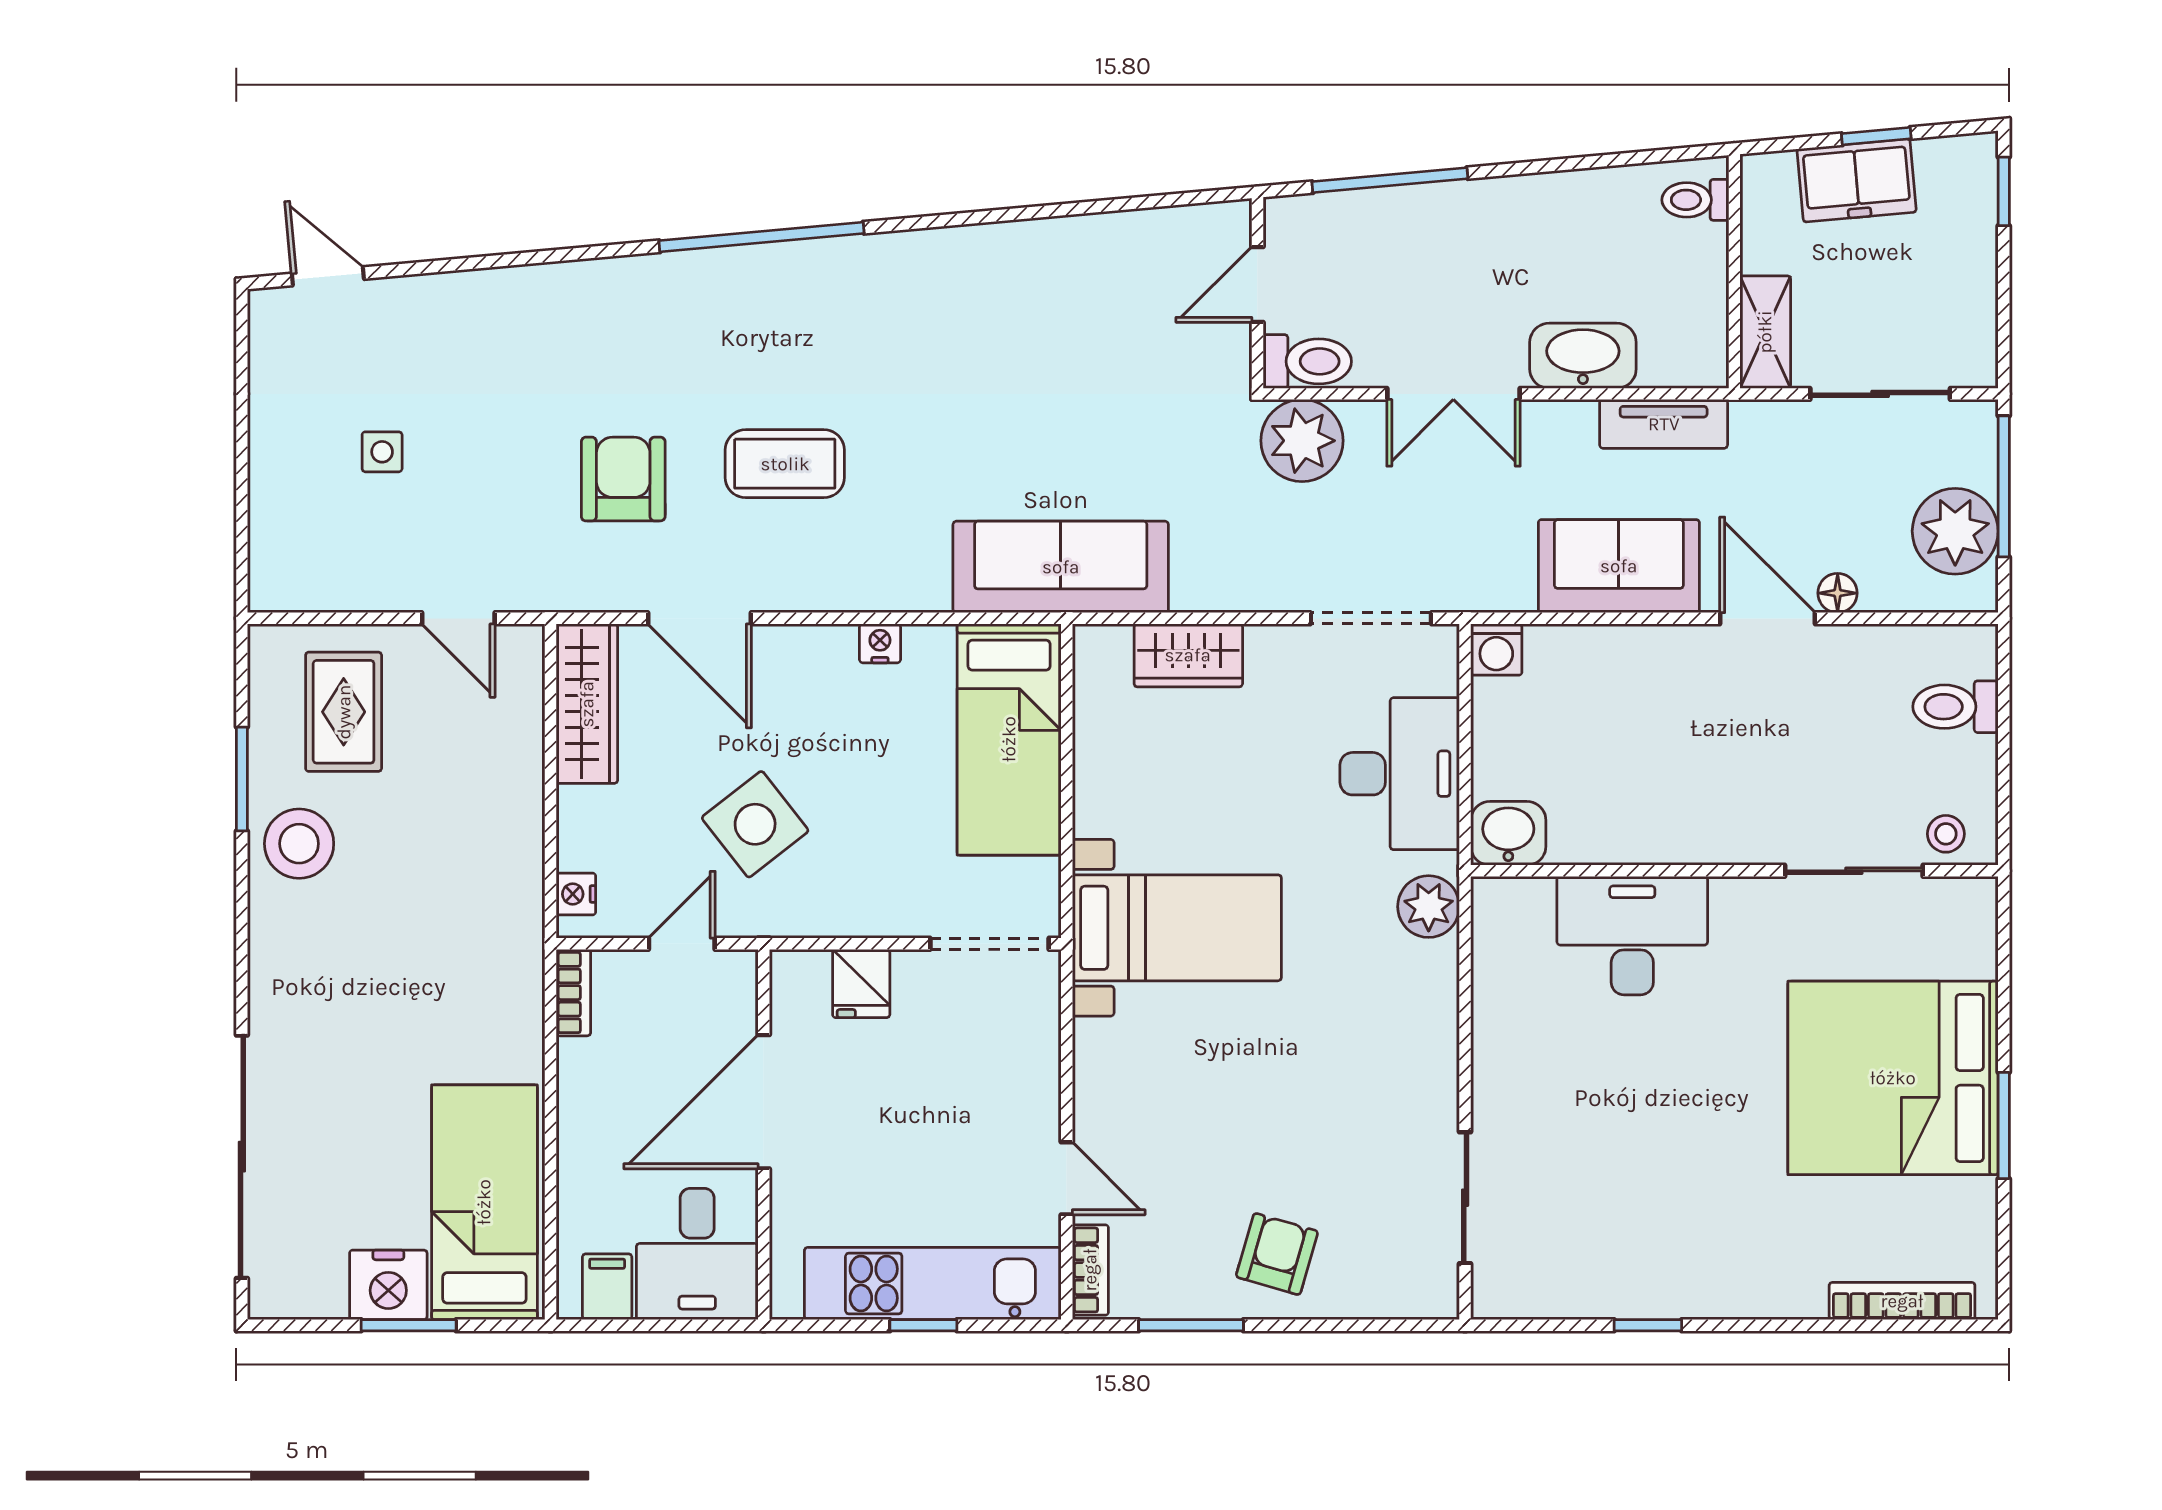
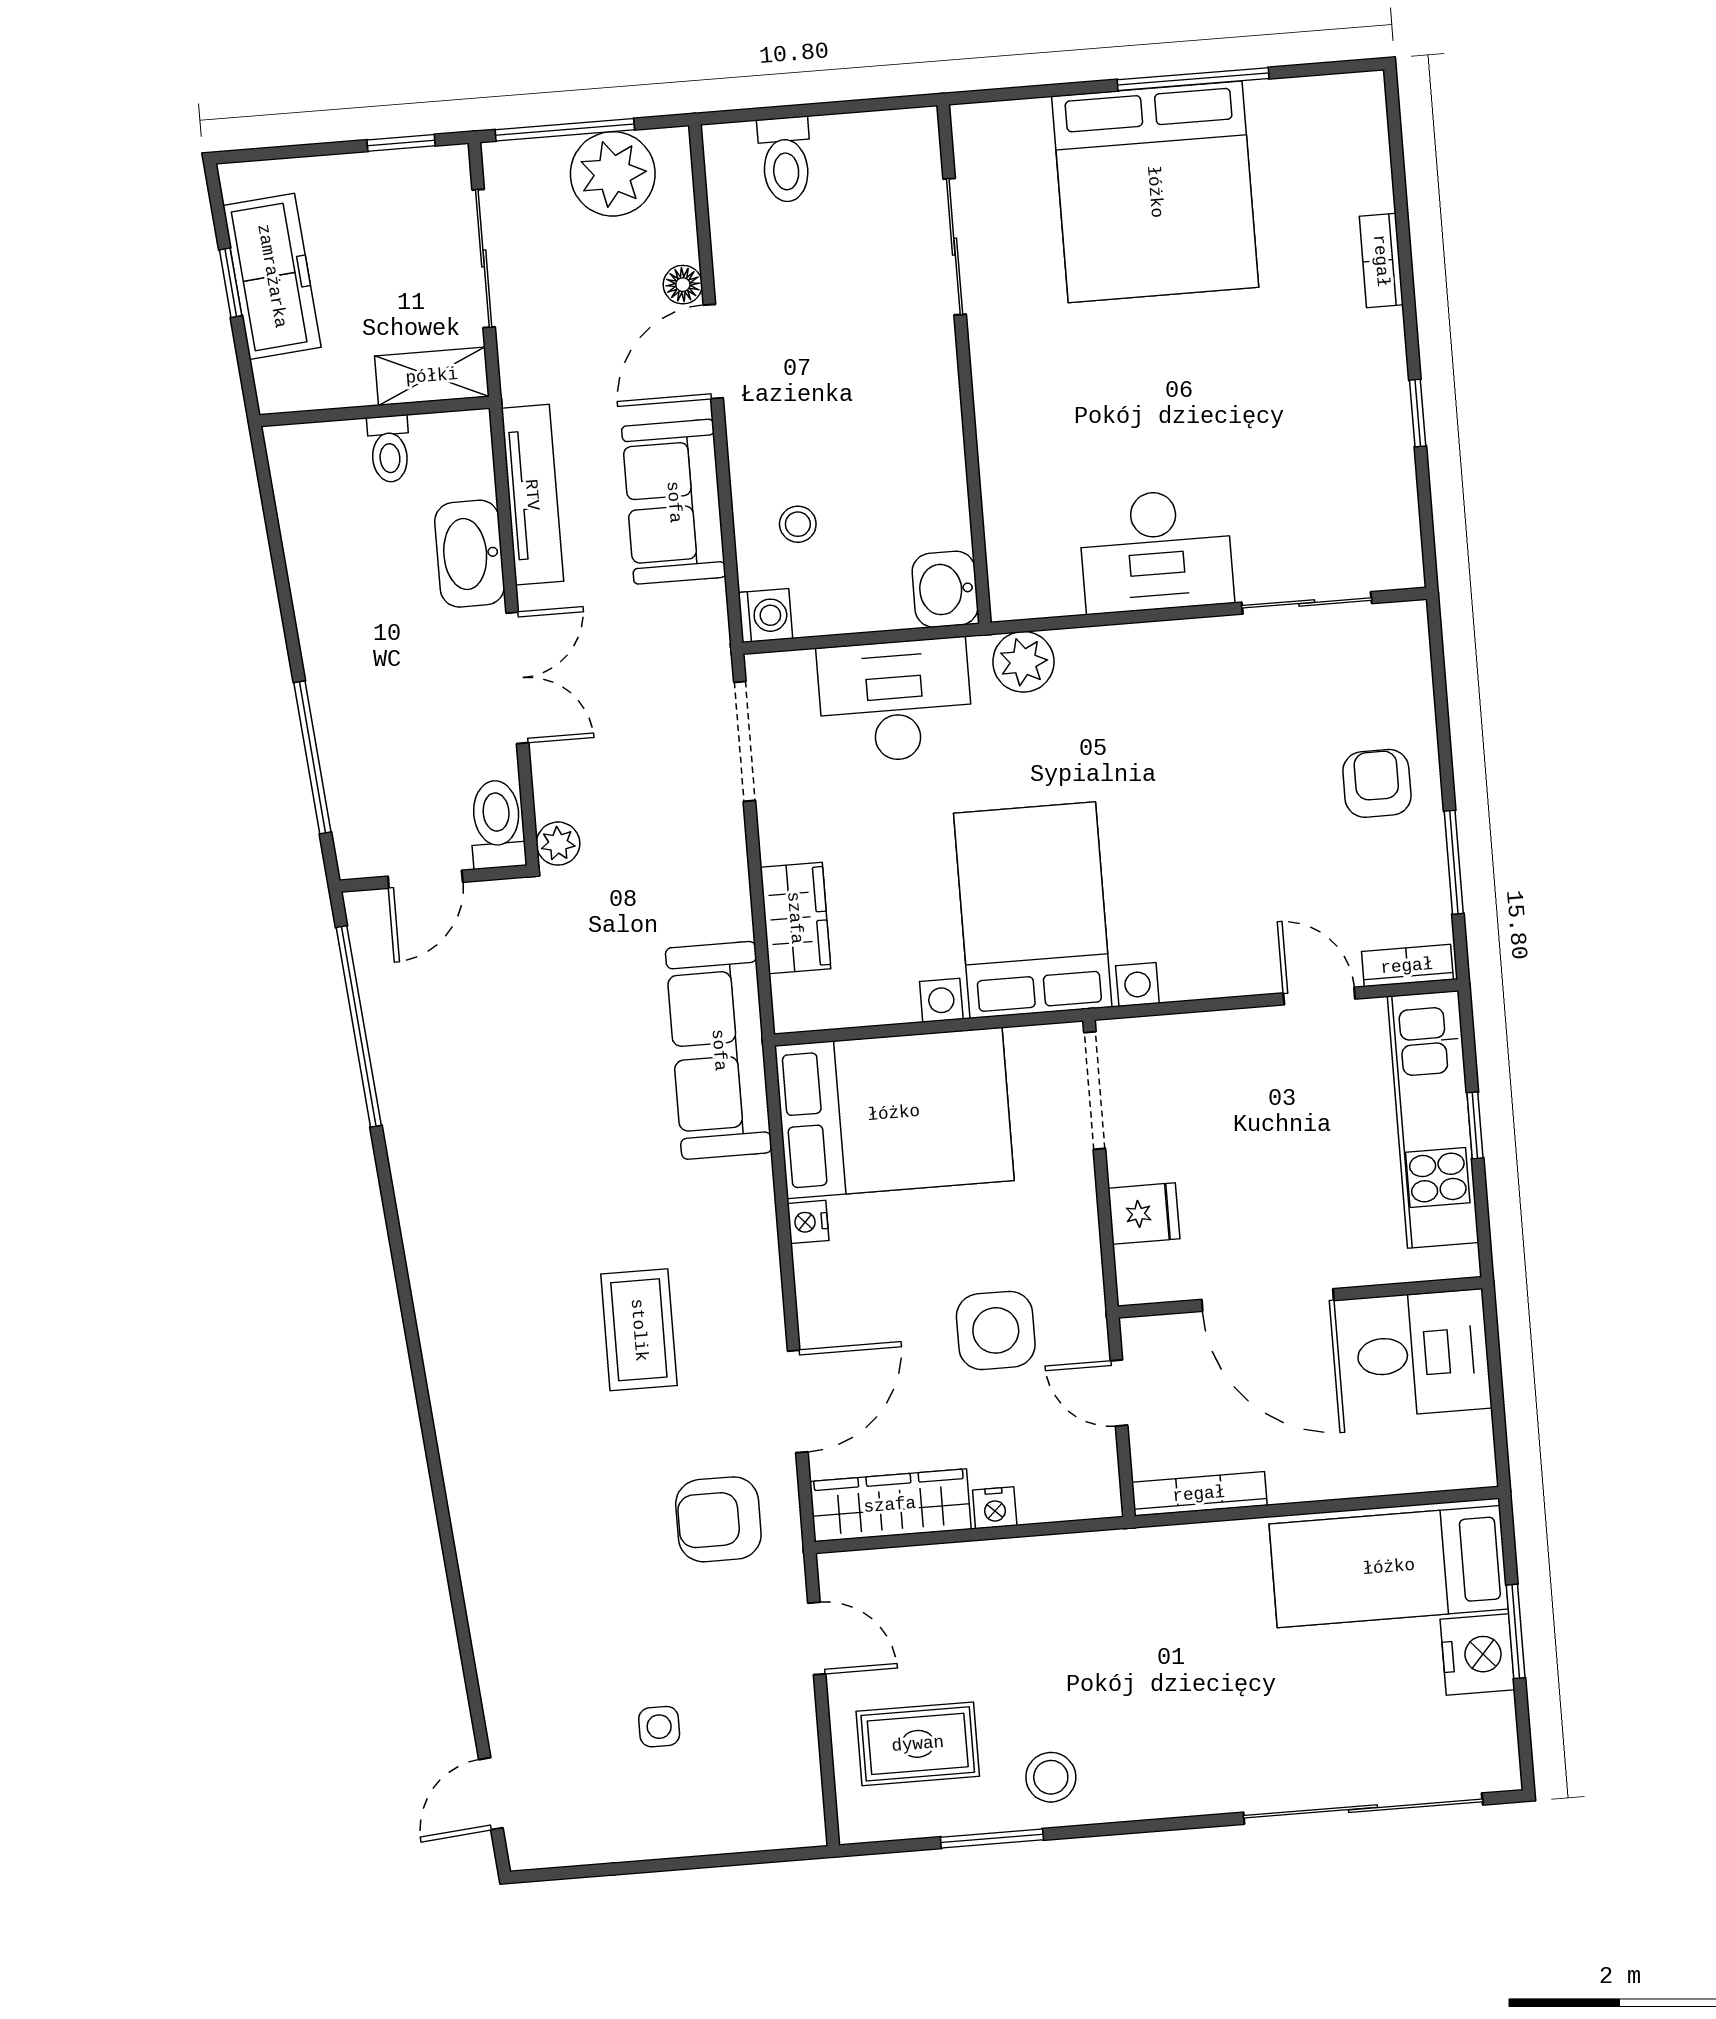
freezer: (1857, 180) -> (272, 276), width x1.40
window: (2004, 191) -> (401, 143), moved
toilet: (1695, 200) -> (389, 449), moved
window: (761, 237) -> (359, 1026), moved
door: (1257, 284) -> (425, 879), hinge flipped
tv unit: (1664, 424) -> (532, 495), width x1.41
plant: (1302, 441) -> (558, 844), width x0.53, depth x0.53
armchair: (623, 479) -> (718, 1519), moved
door: (458, 618) -> (817, 1638), hinge flipped
bed: (1009, 739) -> (894, 1113), width x1.50
side table: (755, 824) -> (996, 1330), turned 38
stool: (1946, 834) -> (798, 524), moved
stool: (299, 844) -> (1051, 1777), width x0.73, depth x0.73
nightstand: (576, 894) -> (995, 1508), moved
bed with nightstands: (1177, 928) -> (1033, 910), width x1.36
desk: (1632, 936) -> (1156, 551), moved, turned -90
bookcase: (573, 993) -> (1199, 1494), width x1.56
window: (2004, 1125) -> (1193, 79), width x1.44
door: (1067, 1178) -> (1319, 996), hinge flipped
armchair: (1277, 1254) -> (1377, 783), turned 74
filing cabinet: (607, 1287) -> (1462, 1439), removed
bookcase: (1902, 1301) -> (1381, 261), moved, width x0.64

